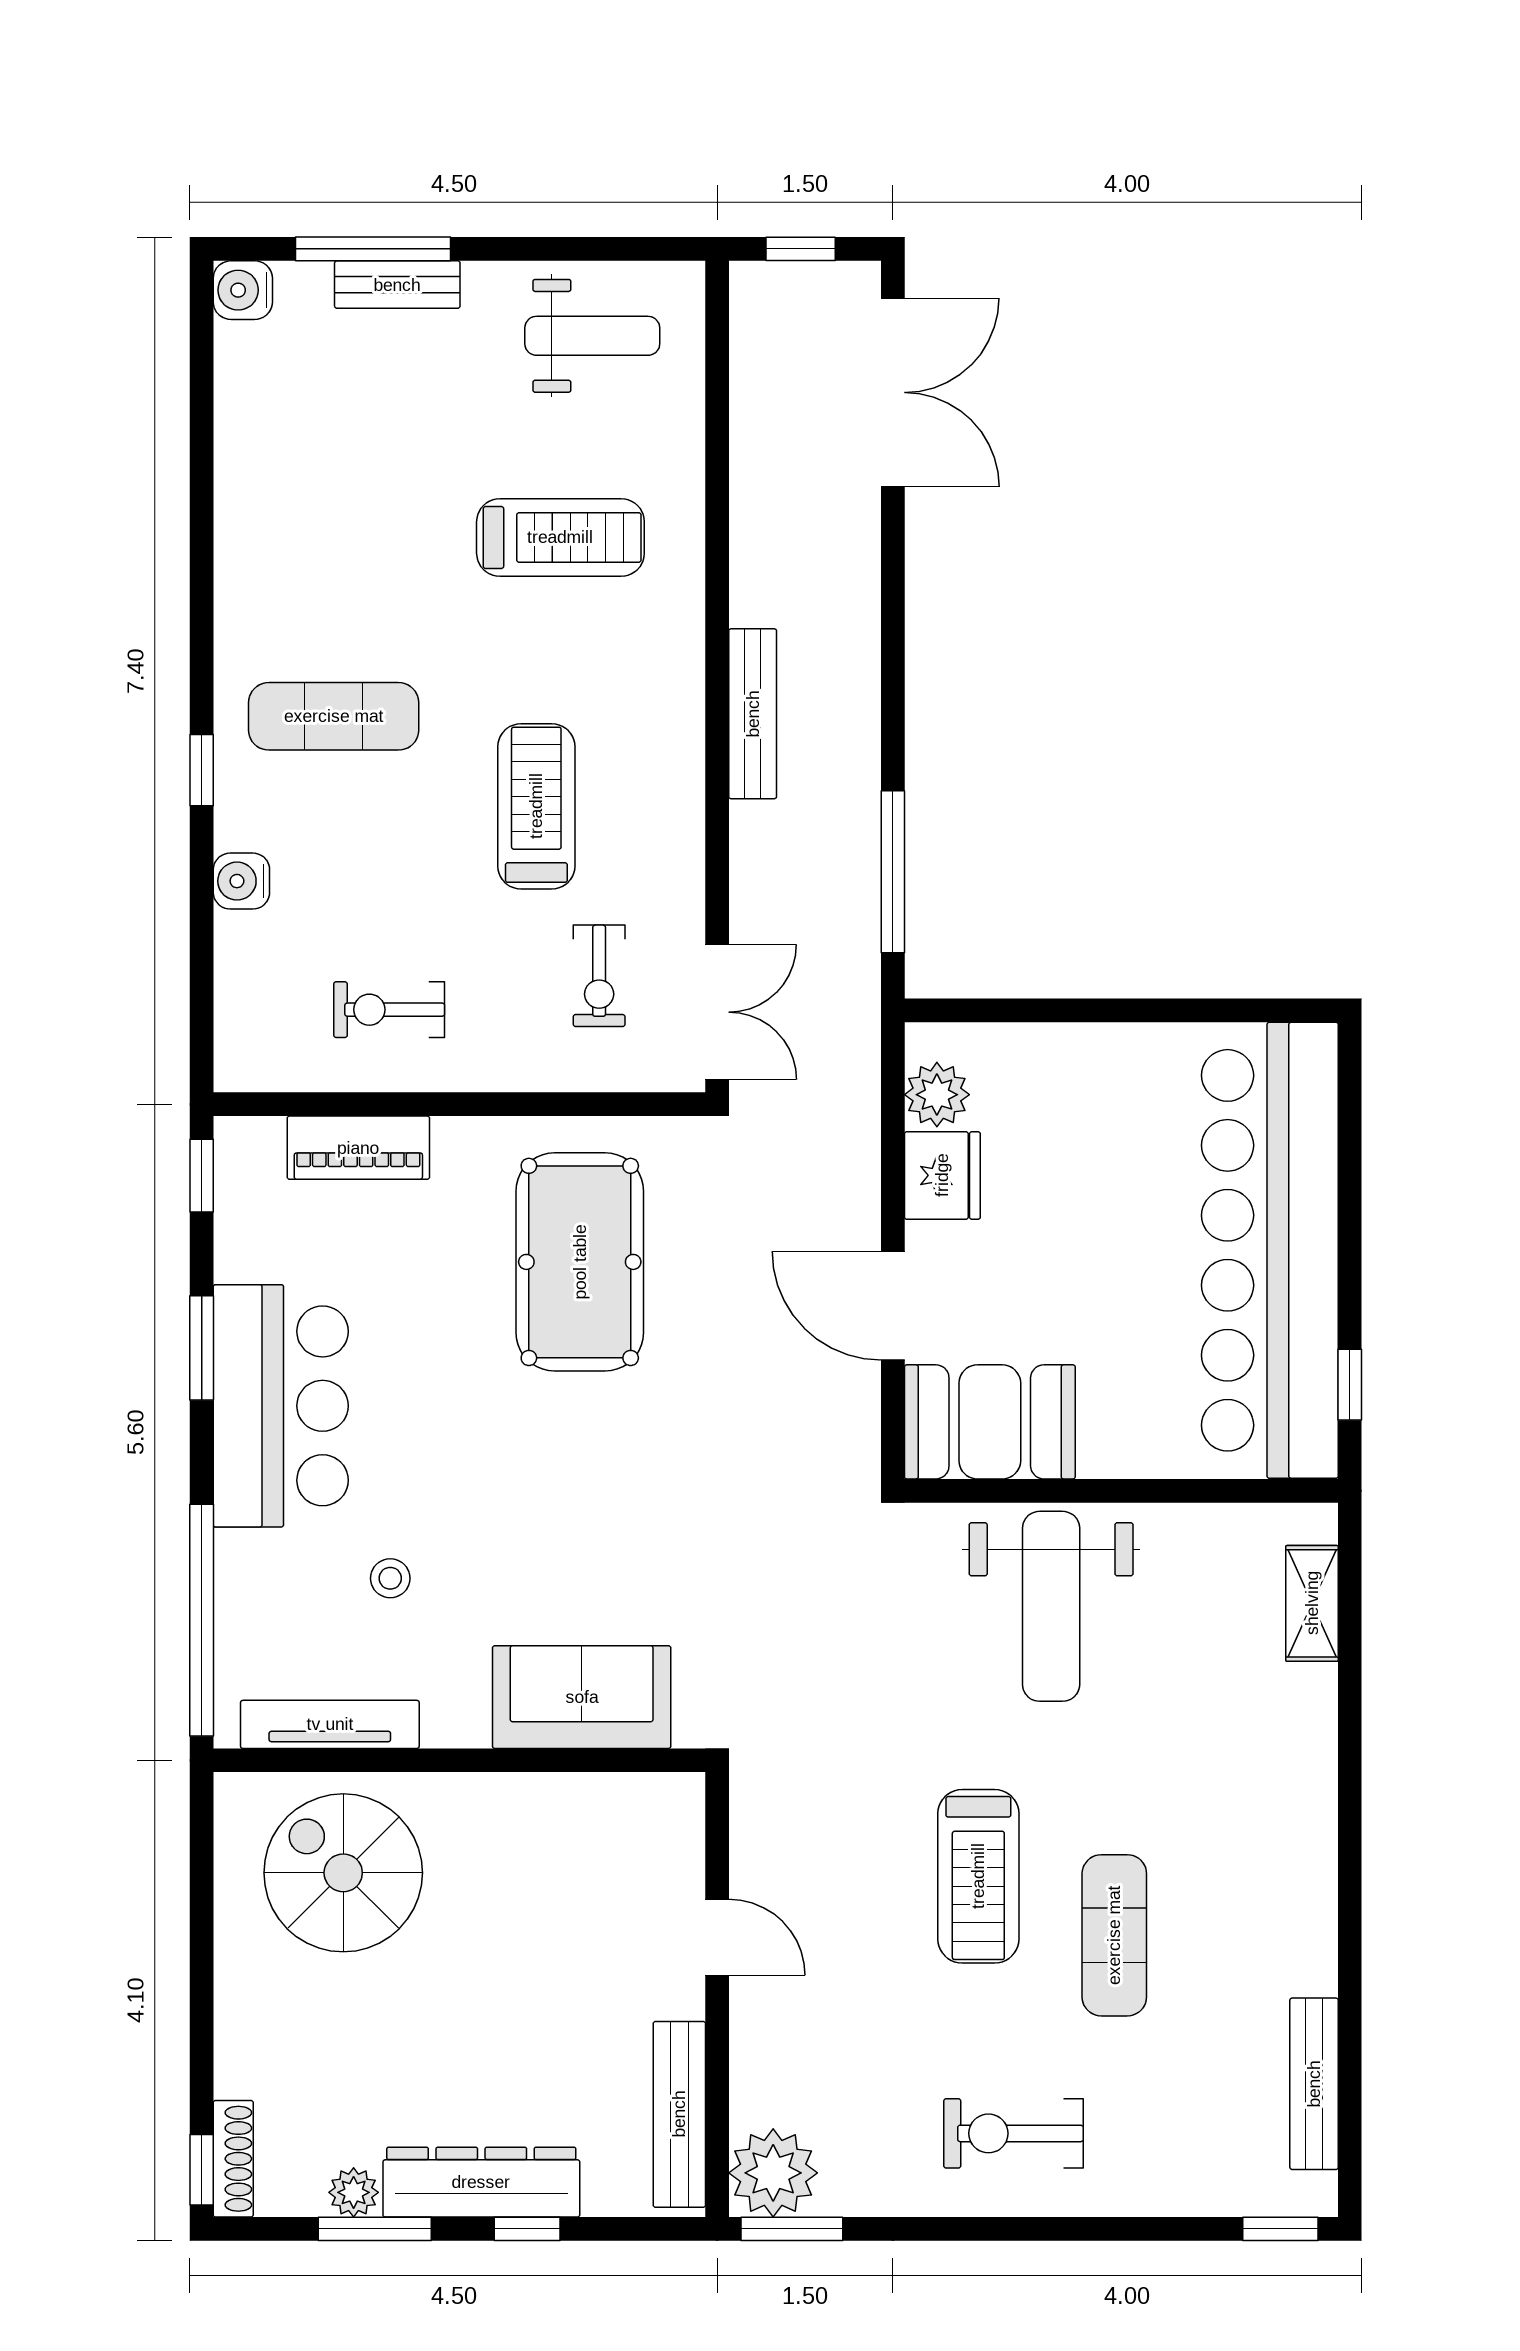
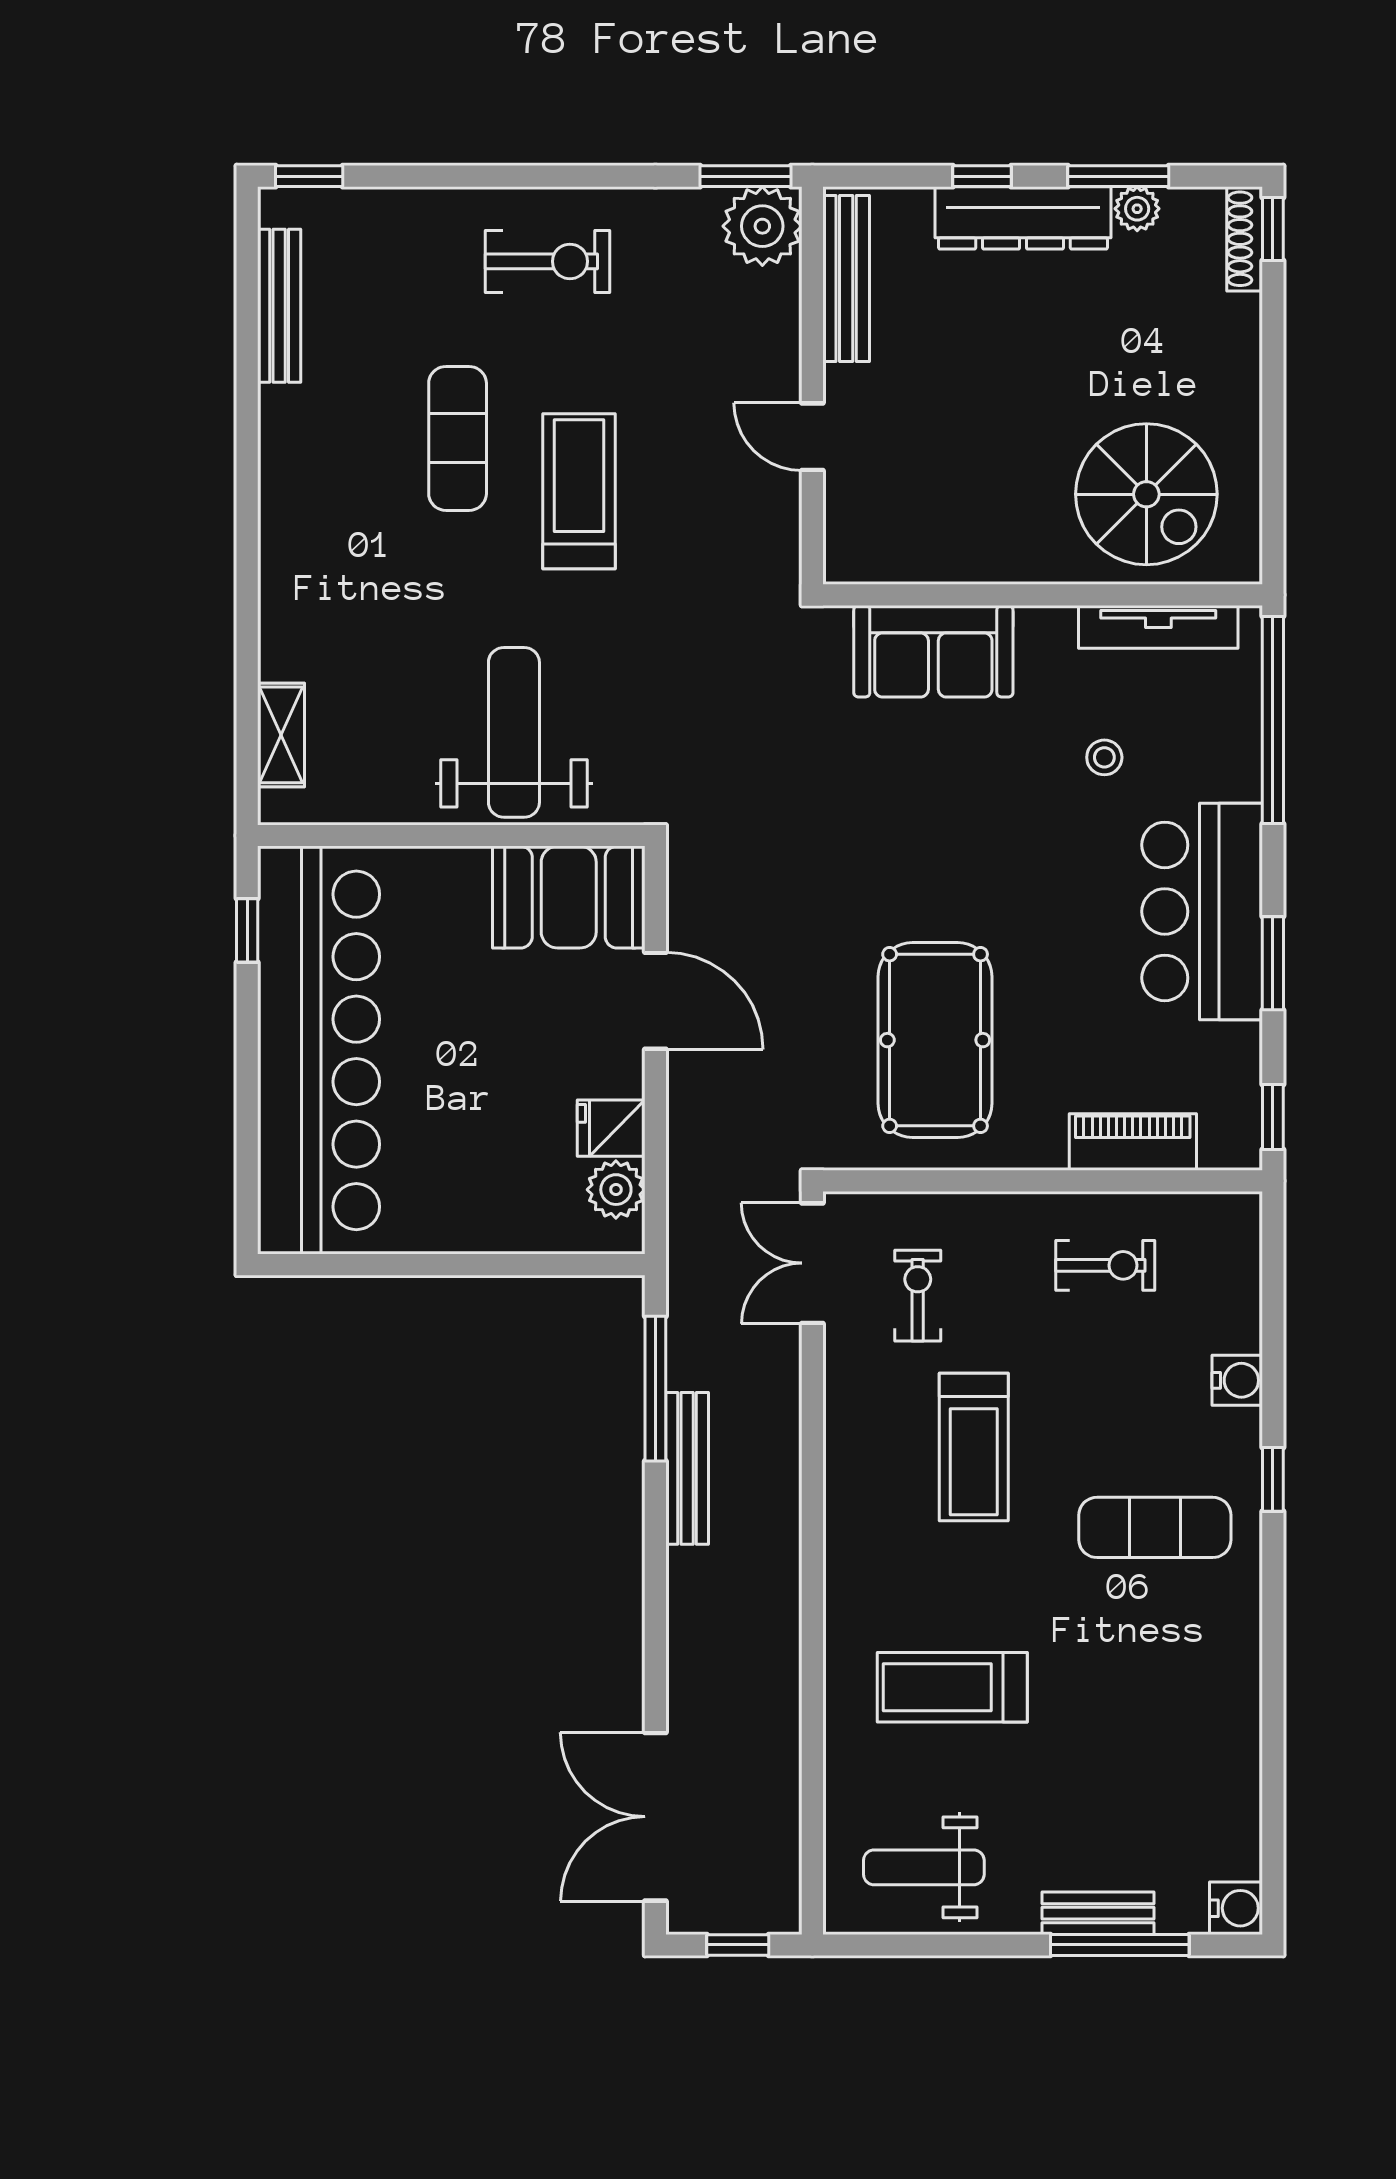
bench: (753, 714) -> (687, 1468), moved
fridge: (942, 1175) -> (611, 1128), width x0.72

